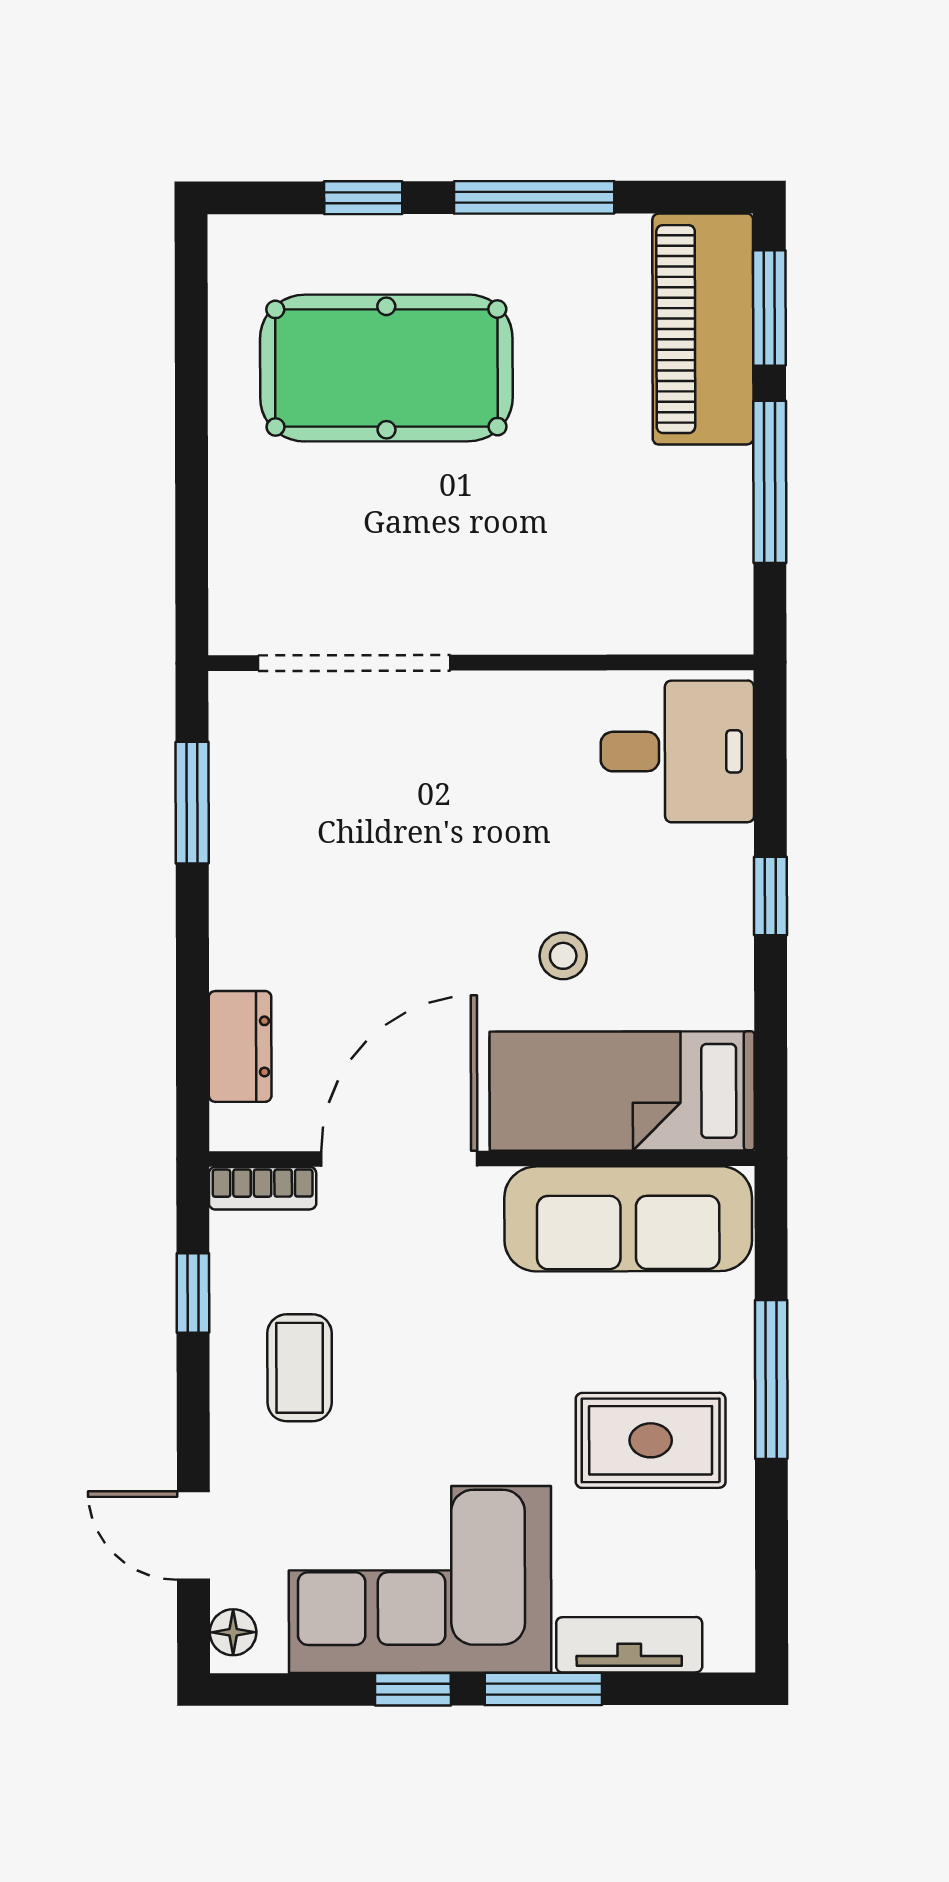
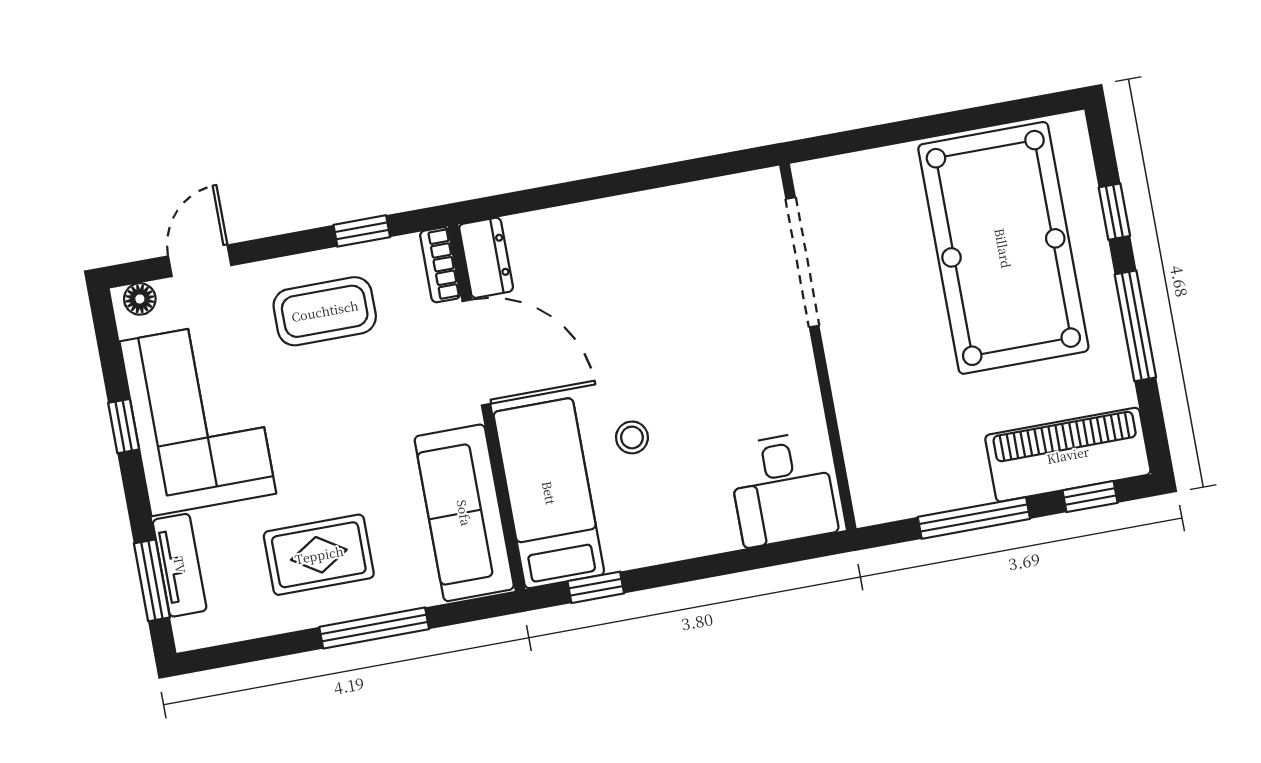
window: (769, 308) -> (1090, 497), width x0.67
pool table: (386, 368) -> (1003, 248), width x1.36, depth x1.32
window: (192, 803) -> (689, 171), removed
window: (770, 896) -> (596, 587), moved
dresser: (240, 1046) -> (486, 258), moved, turned -90
coffee table: (300, 1368) -> (325, 311), width x1.36, depth x1.30
rug: (651, 1440) -> (319, 555), turned 90
window: (543, 1689) -> (152, 580), moved

